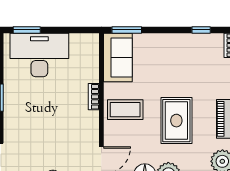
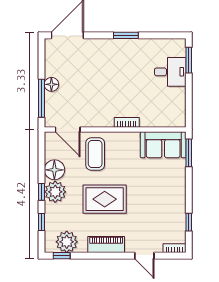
desk: (39, 55) -> (170, 72), width x0.53, depth x0.77
coffee table: (125, 110) -> (95, 154), moved

